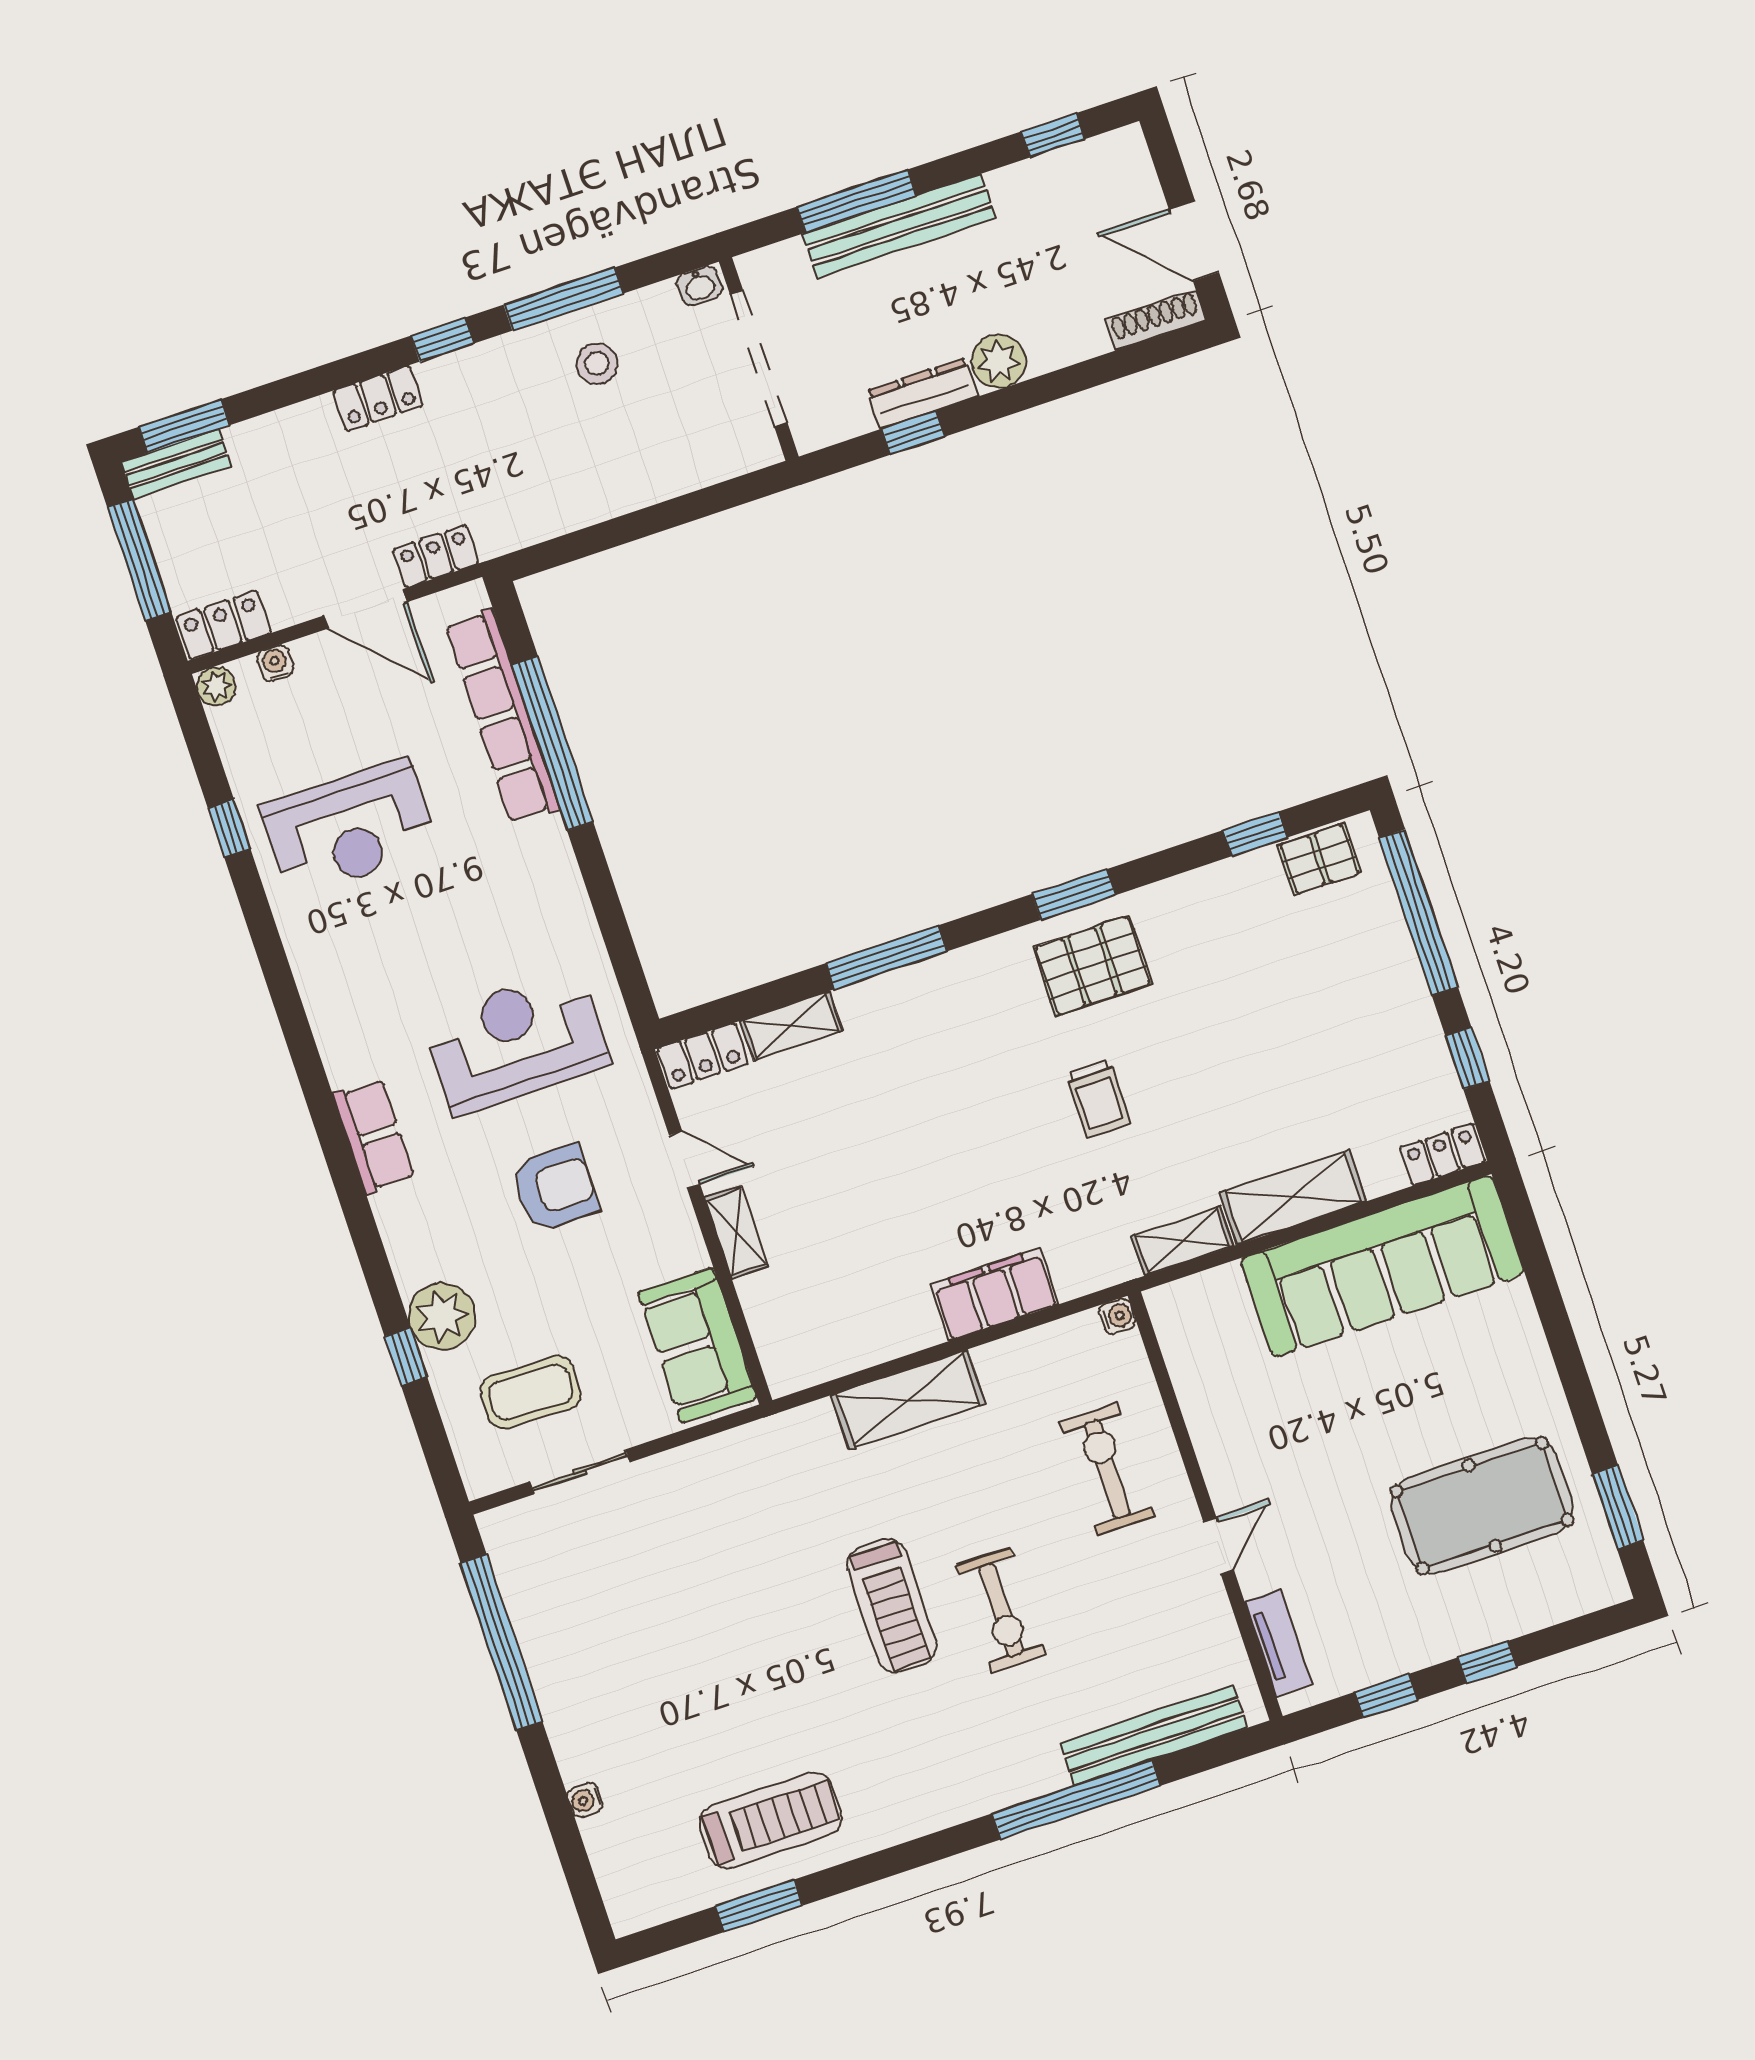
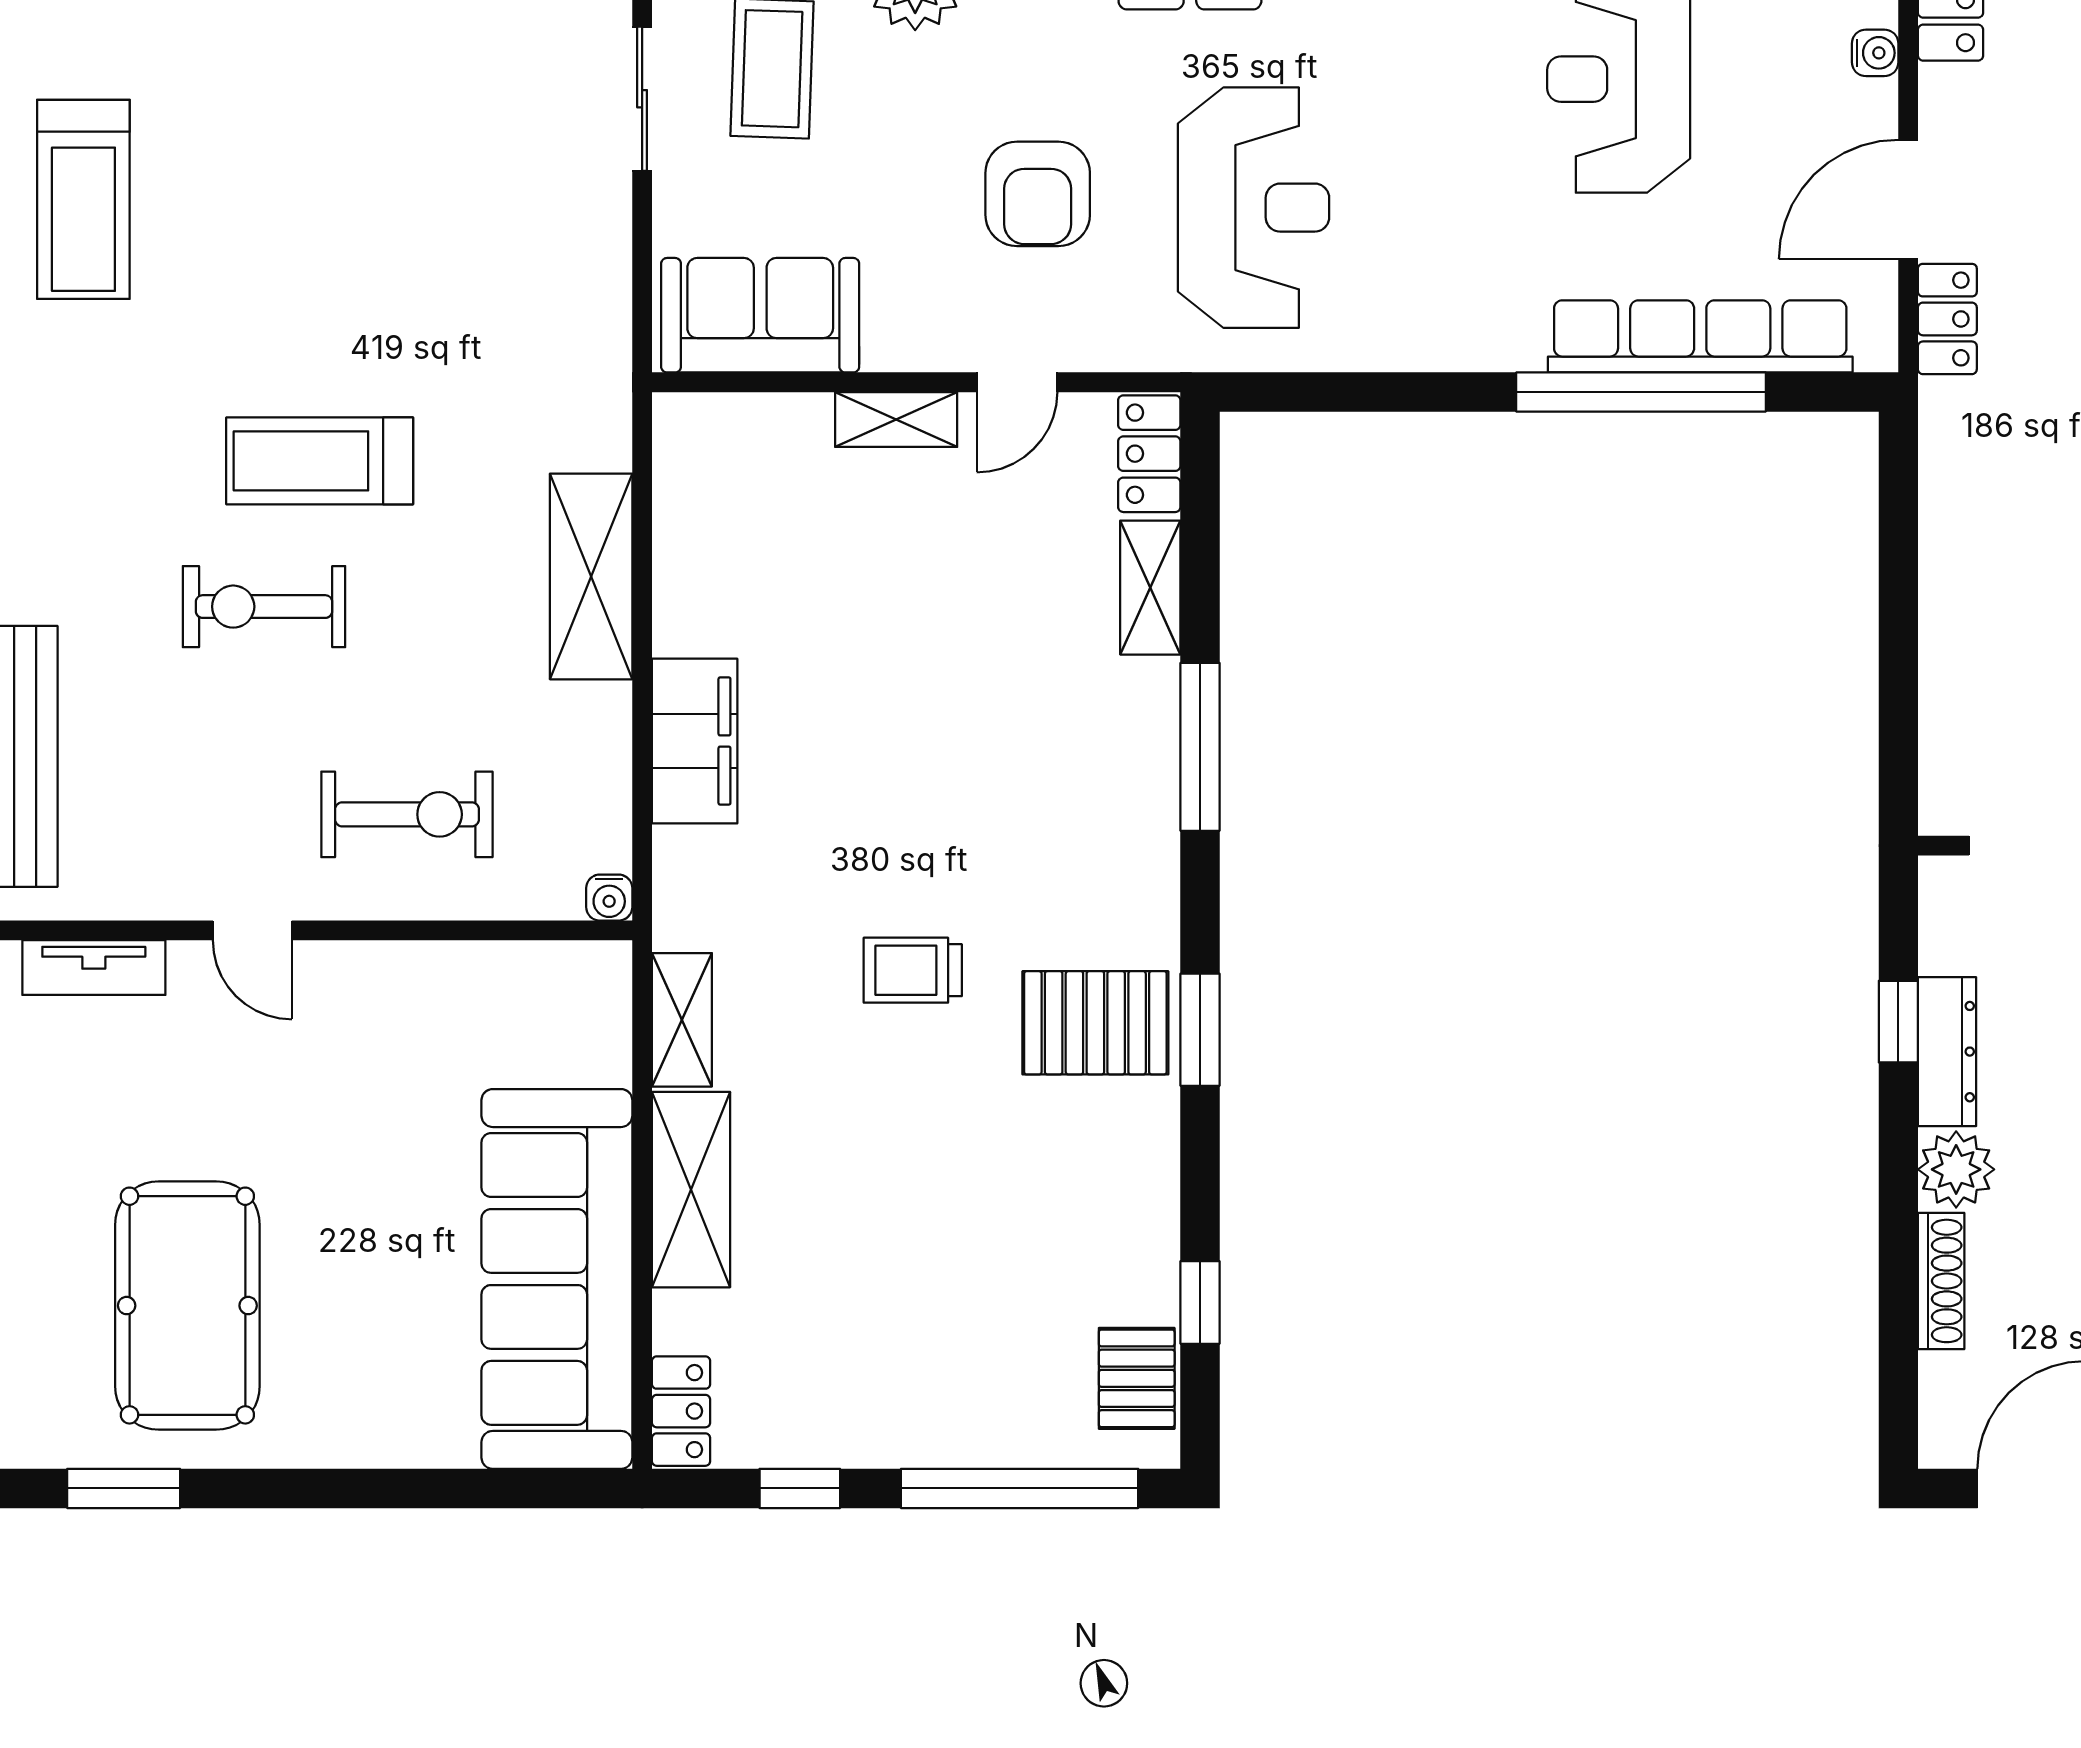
shoe rack: (1156, 320) -> (1941, 1281), moved
pallet: (1093, 966) -> (1095, 1023), turned 90

